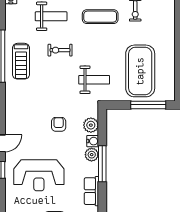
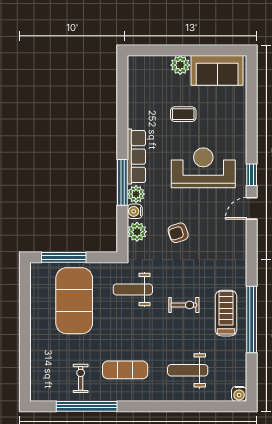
exercise bike: (60, 50) -> (184, 305), moved
armchair: (59, 124) -> (178, 233), turned 72
row of seats: (91, 191) -> (136, 157), width x1.48

